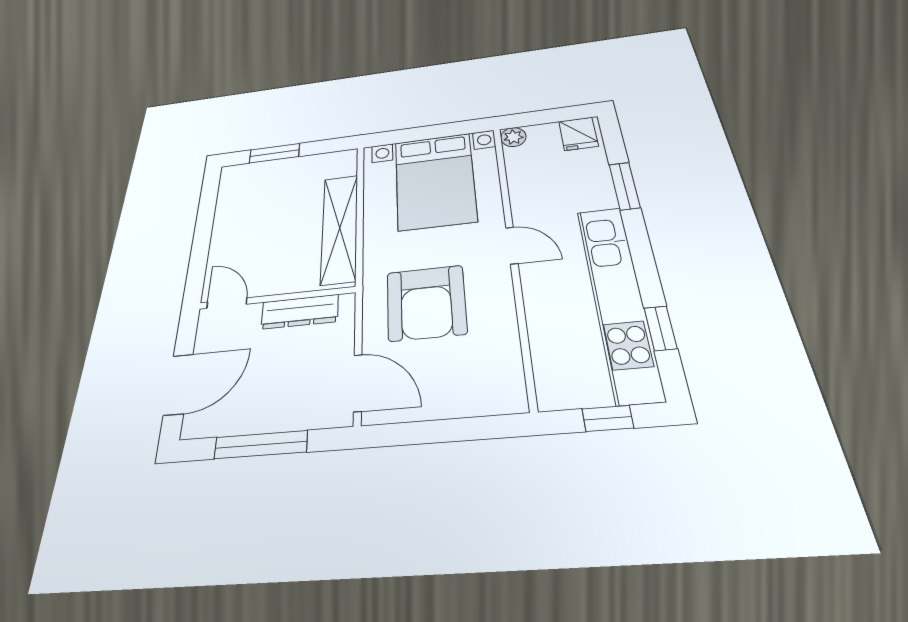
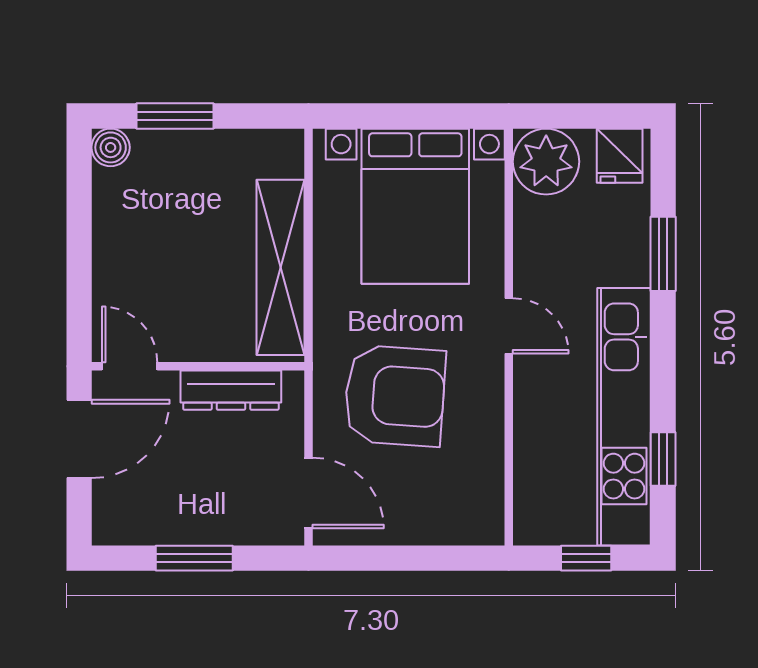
plant: (513, 137) -> (546, 162), width x1.87, depth x1.87
boiler: (232, 175) -> (111, 147), added
armchair: (426, 303) -> (395, 396), turned -86
door: (178, 384) -> (79, 439), moved
window: (261, 445) -> (194, 558), width x0.69

